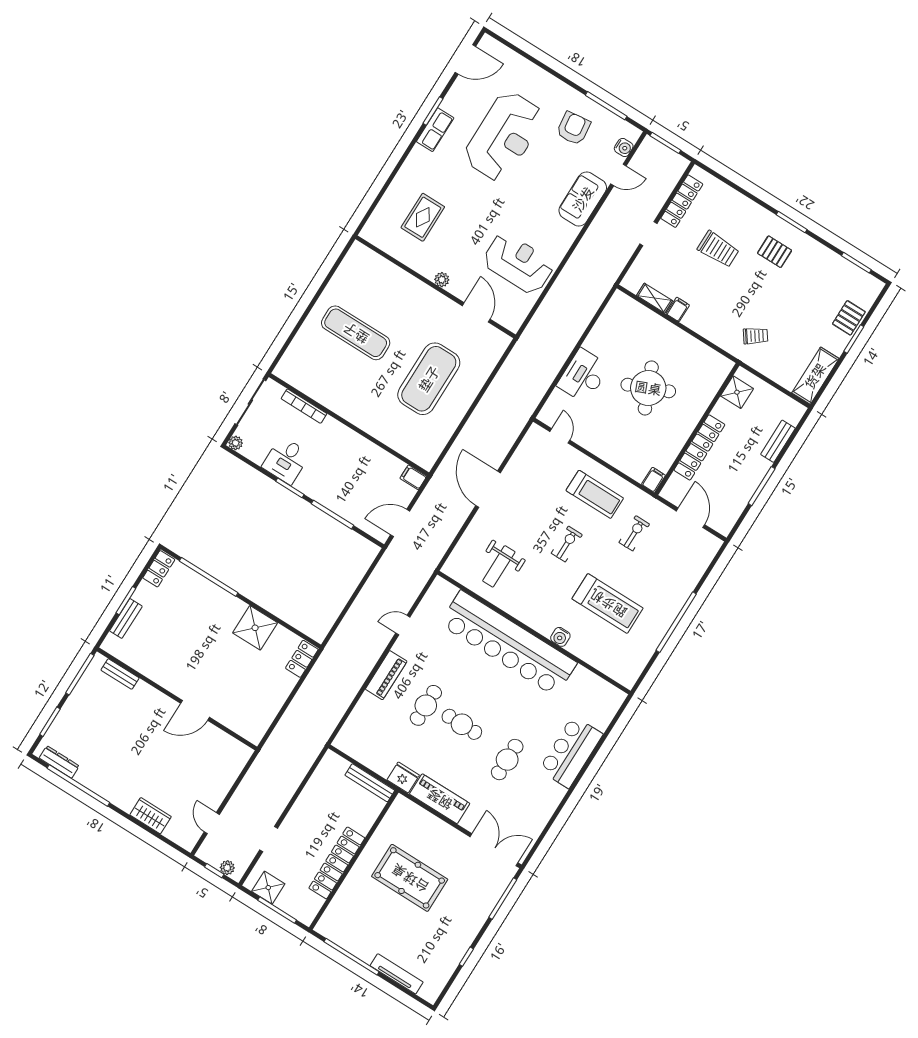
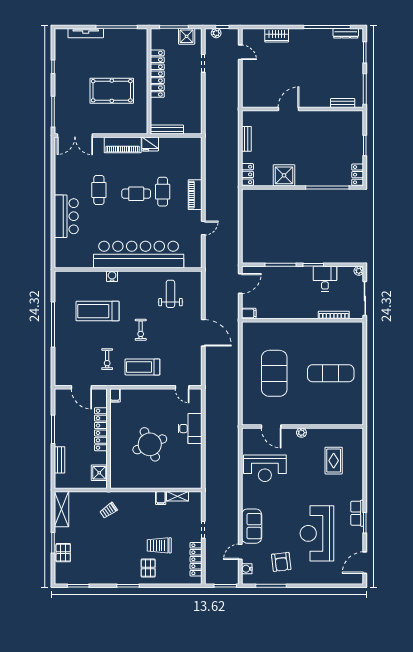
pallet: (775, 252) -> (148, 568), moved, turned 90
bench: (126, 618) -> (246, 139), moved

